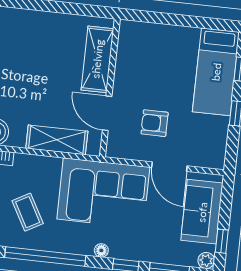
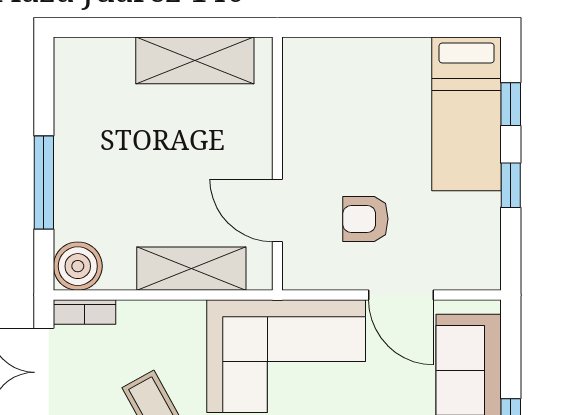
shelving: (97, 59) -> (195, 60), moved, turned 90

